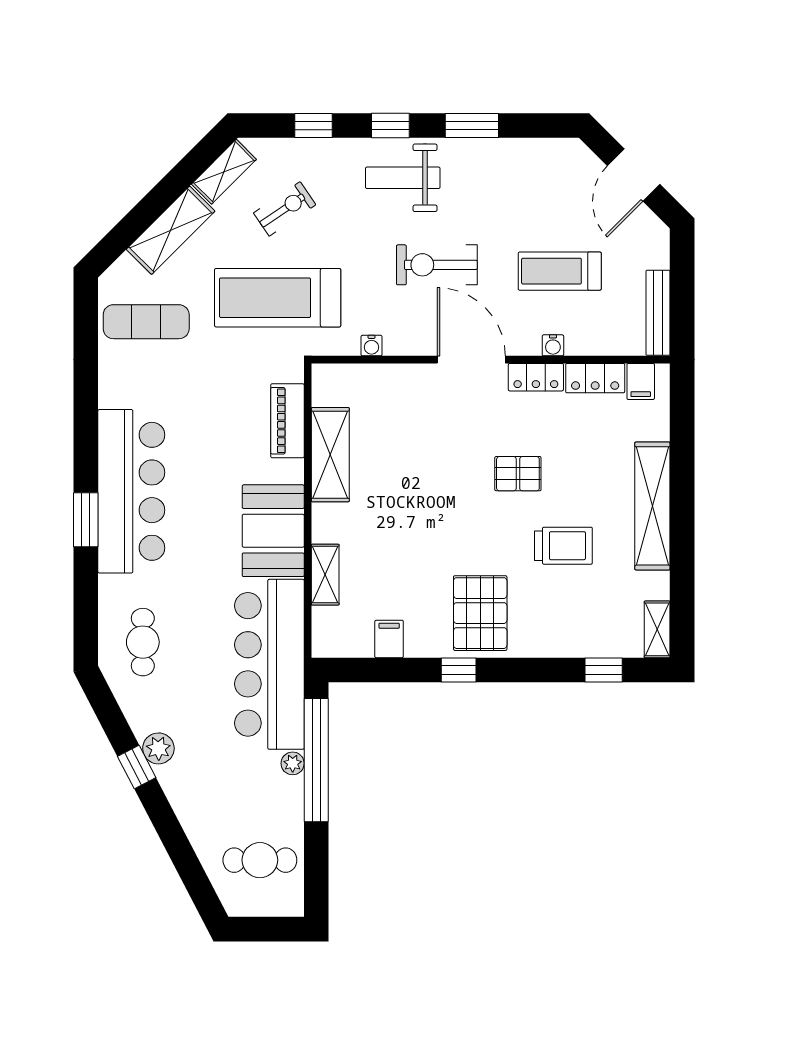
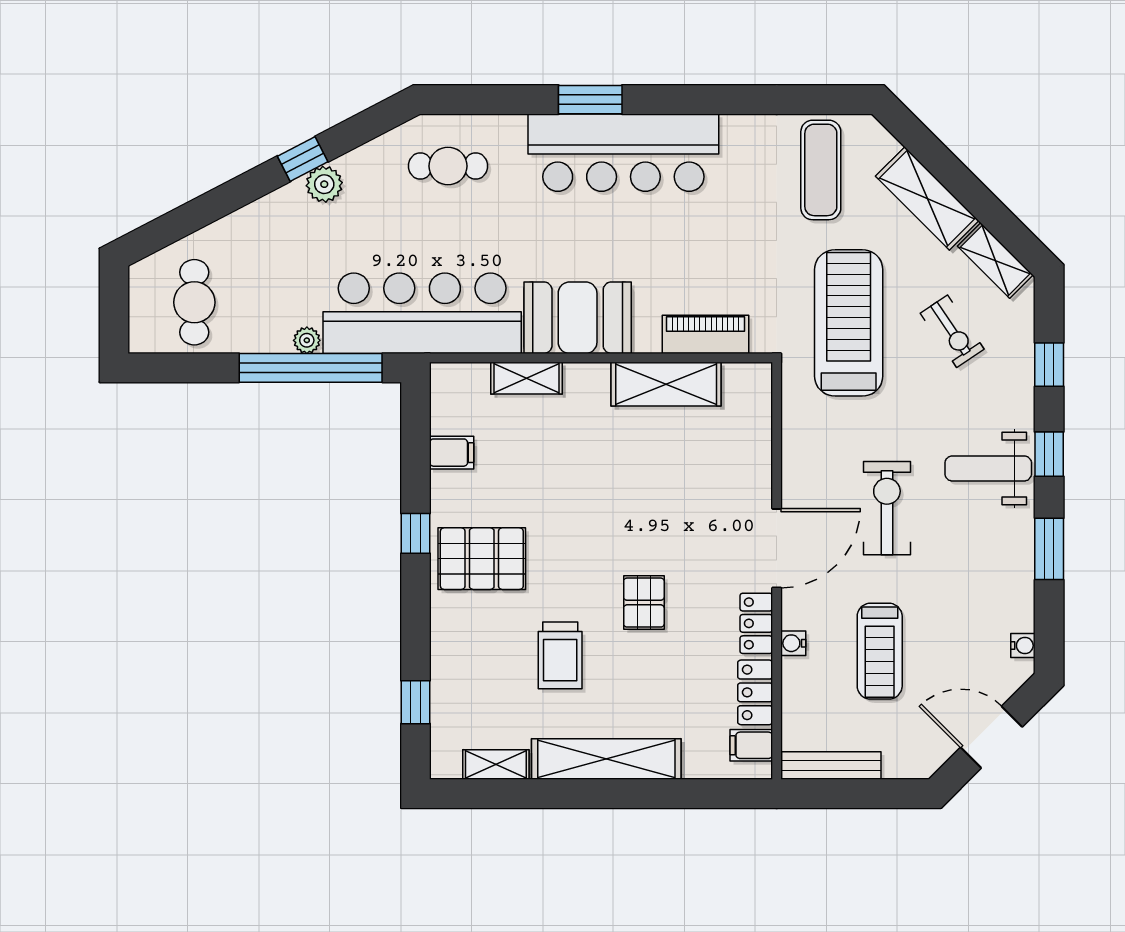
weight bench: (403, 178) -> (988, 468), turned -90
treadmill: (560, 271) -> (880, 651), turned 180
water cooler: (371, 346) -> (1023, 645), moved, turned 180
shelving: (657, 629) -> (496, 765), moved

